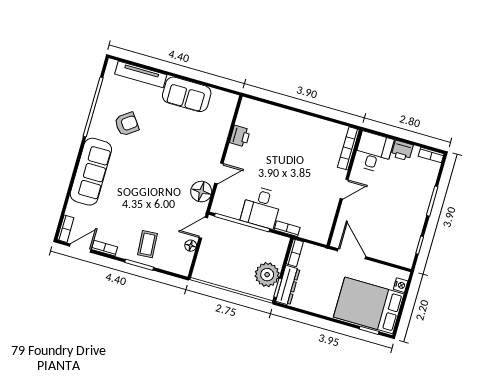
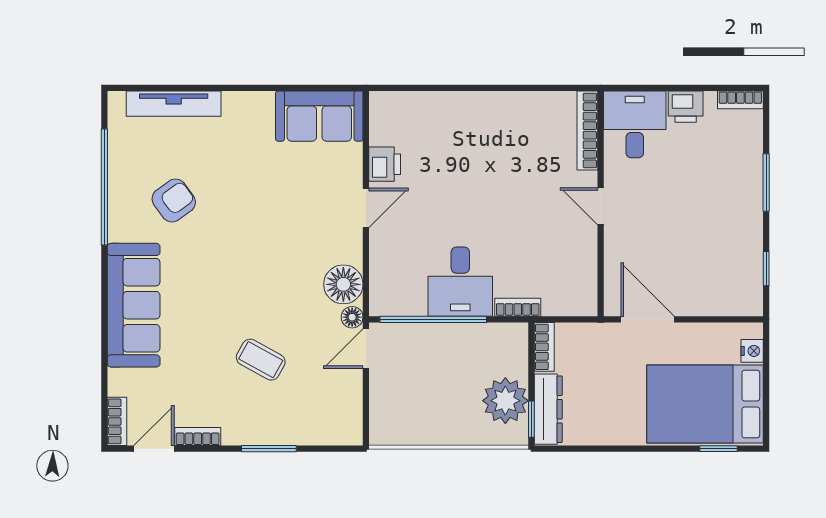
sofa: (187, 94) -> (319, 116), moved
door: (219, 173) -> (366, 208), moved
door: (344, 189) -> (601, 206), swing flipped
coffee table: (147, 244) -> (261, 360), moved, turned -57
floor lamp: (191, 246) -> (352, 317), moved

